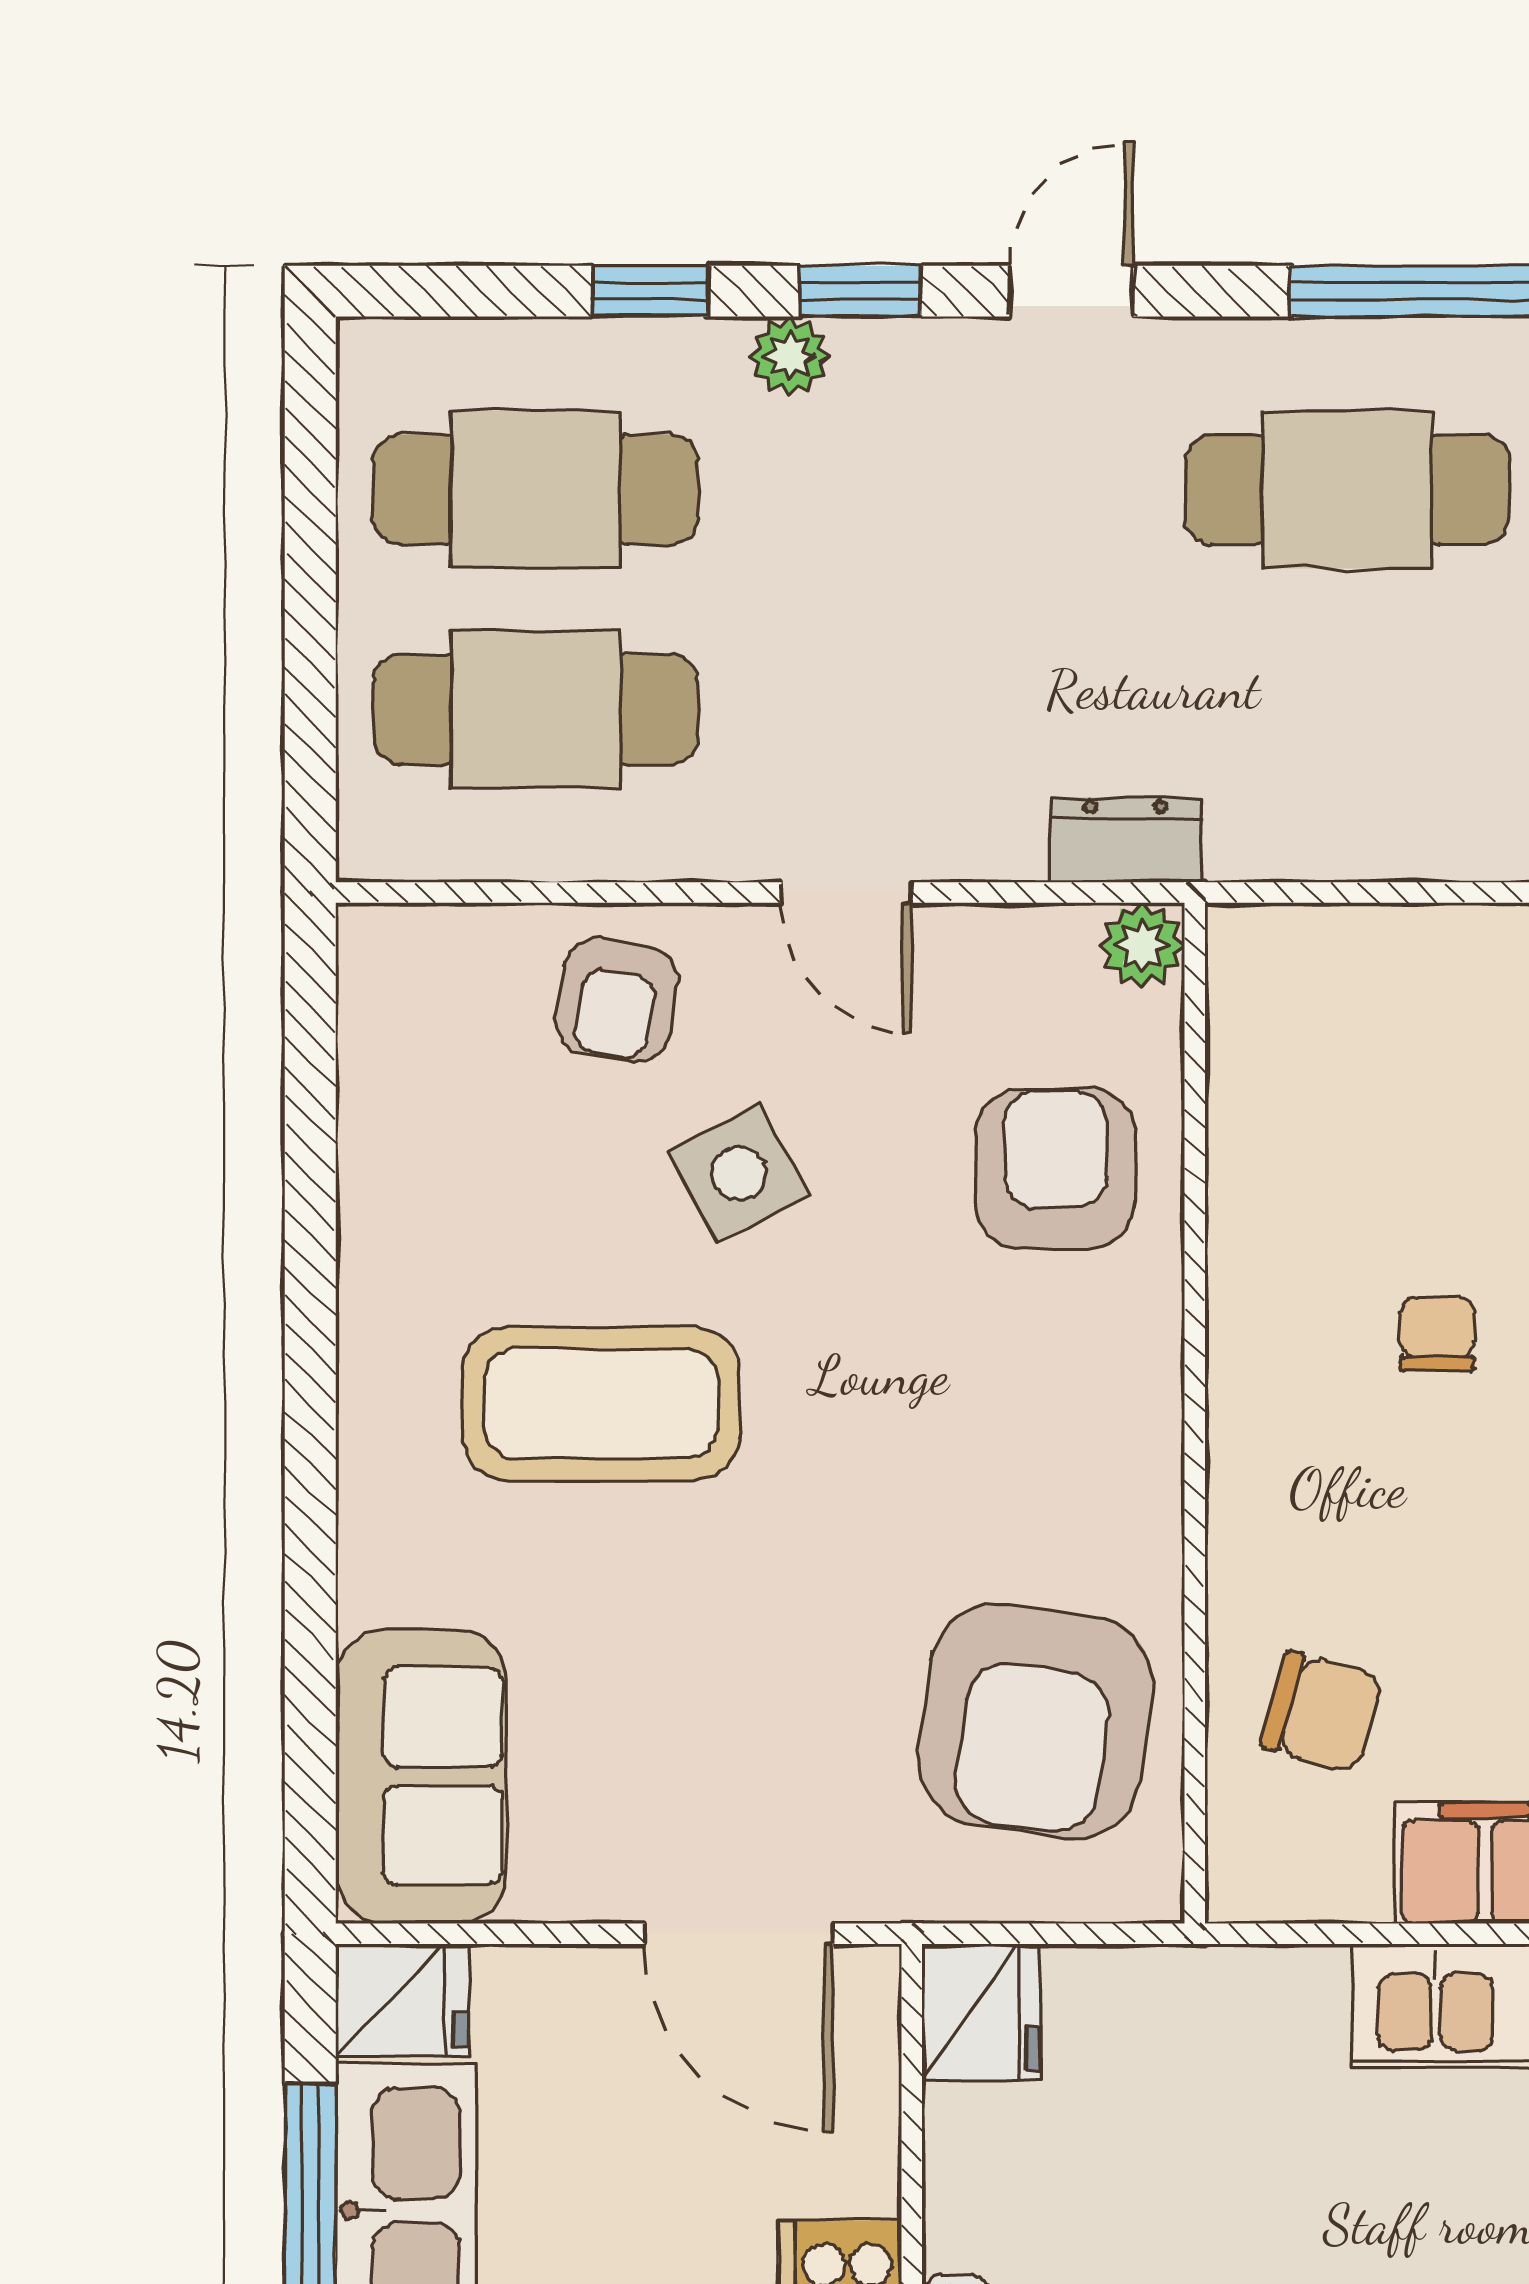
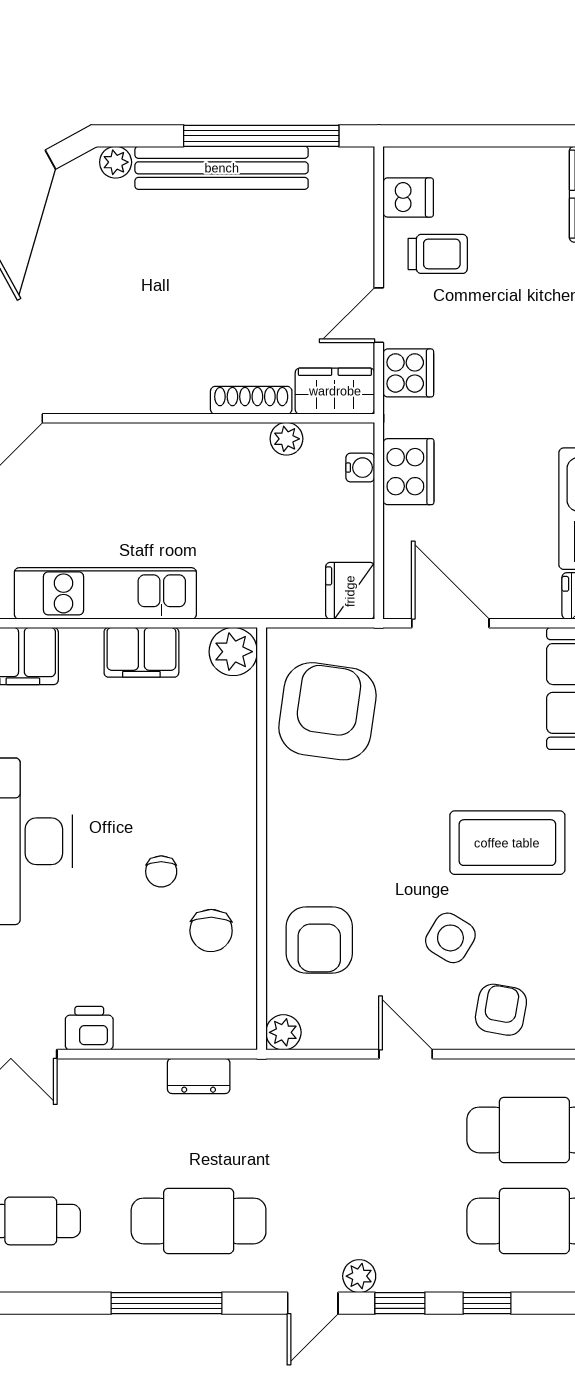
plant: (790, 356) -> (359, 1276), moved
dresser: (1126, 840) -> (199, 1076), moved
side table: (739, 1173) -> (450, 938), turned -31
chair: (1322, 1712) -> (211, 931), moved, turned -105
plant: (1263, 1865) -> (233, 652), added

